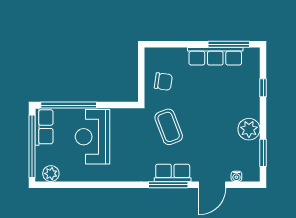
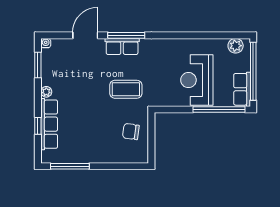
row of seats: (215, 56) -> (49, 124), moved, turned 90
coffee table: (169, 127) -> (126, 89), turned -69
plant: (249, 129) -> (46, 92), width x0.53, depth x0.53
reception desk: (93, 137) -> (197, 80), turned 180
water cooler: (236, 176) -> (46, 43), moved

